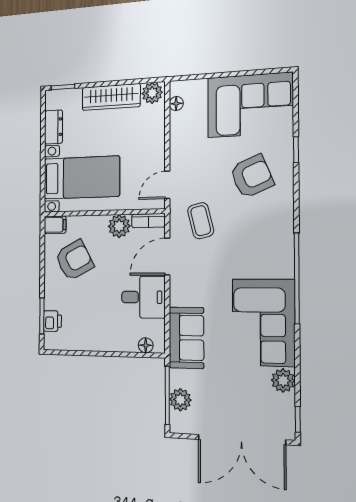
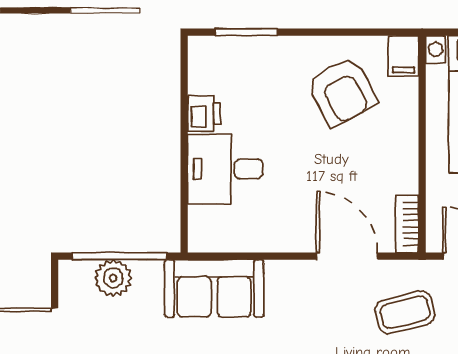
plant: (119, 226) -> (399, 172), removed
desk: (143, 297) -> (225, 169), moved, turned 90
printer: (52, 321) -> (204, 113), moved, turned -90
floor lamp: (146, 345) -> (200, 219), removed

